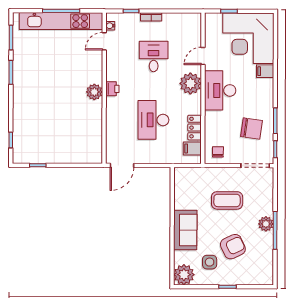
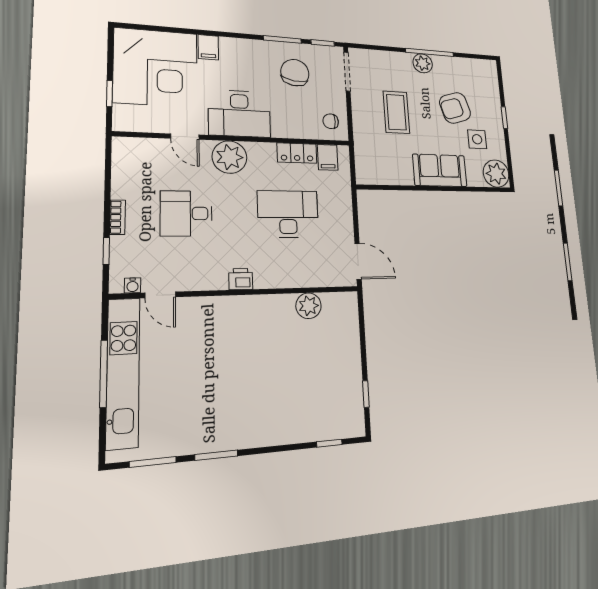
plant: (94, 92) -> (309, 306), moved
desk: (153, 120) -> (288, 214), turned 180
armchair: (233, 247) -> (455, 108), turned -82

